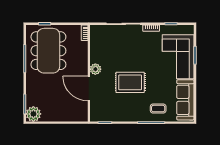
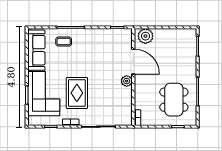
dining table: (48, 51) -> (174, 100), width x0.73, depth x0.80
rug: (130, 82) -> (77, 93), moved, turned 90
plant: (33, 114) -> (145, 36), moved

